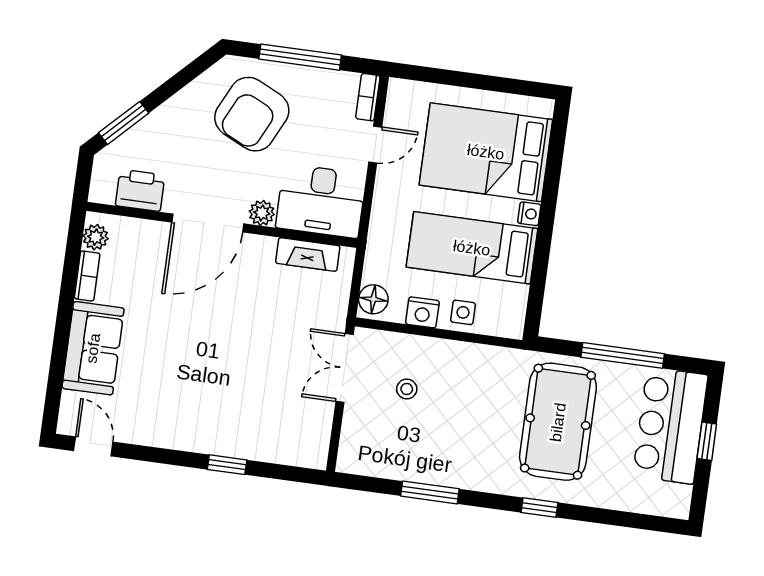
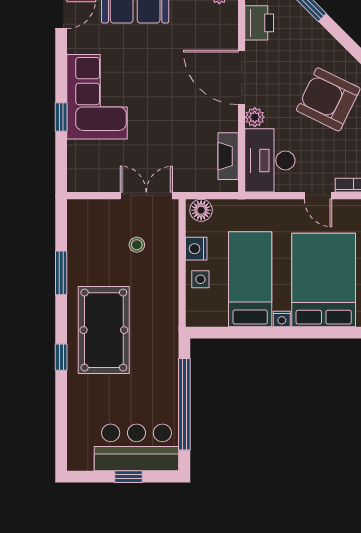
window: (623, 355) -> (184, 404), width x1.46
corner sofa: (207, 414) -> (97, 97), added
pool table: (558, 422) -> (104, 330), moved, turned 90

